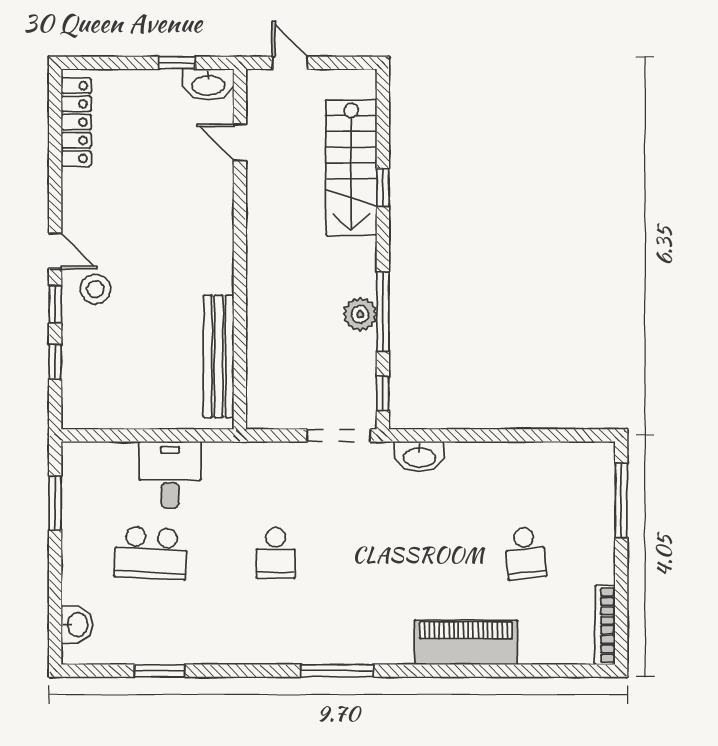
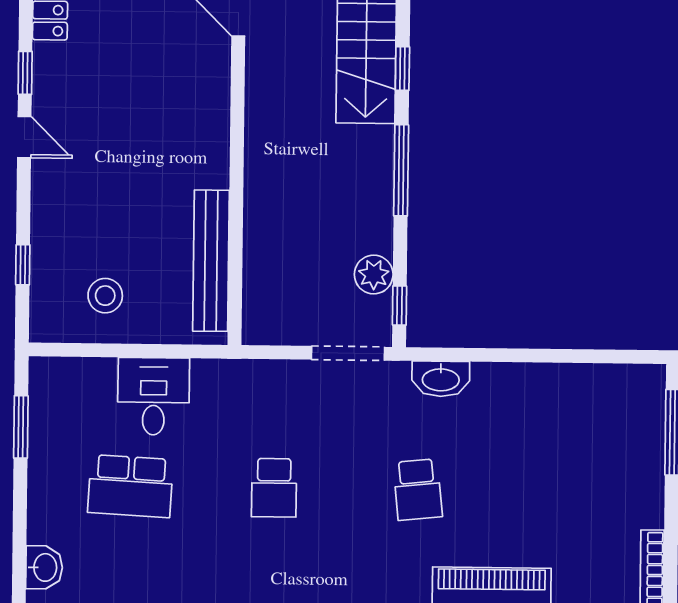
stool: (95, 289) -> (105, 296), moved
window: (55, 304) -> (25, 73), moved
window: (383, 312) -> (401, 170), moved
plant: (360, 314) -> (374, 275), moved
school desk: (525, 553) -> (418, 490), moved

